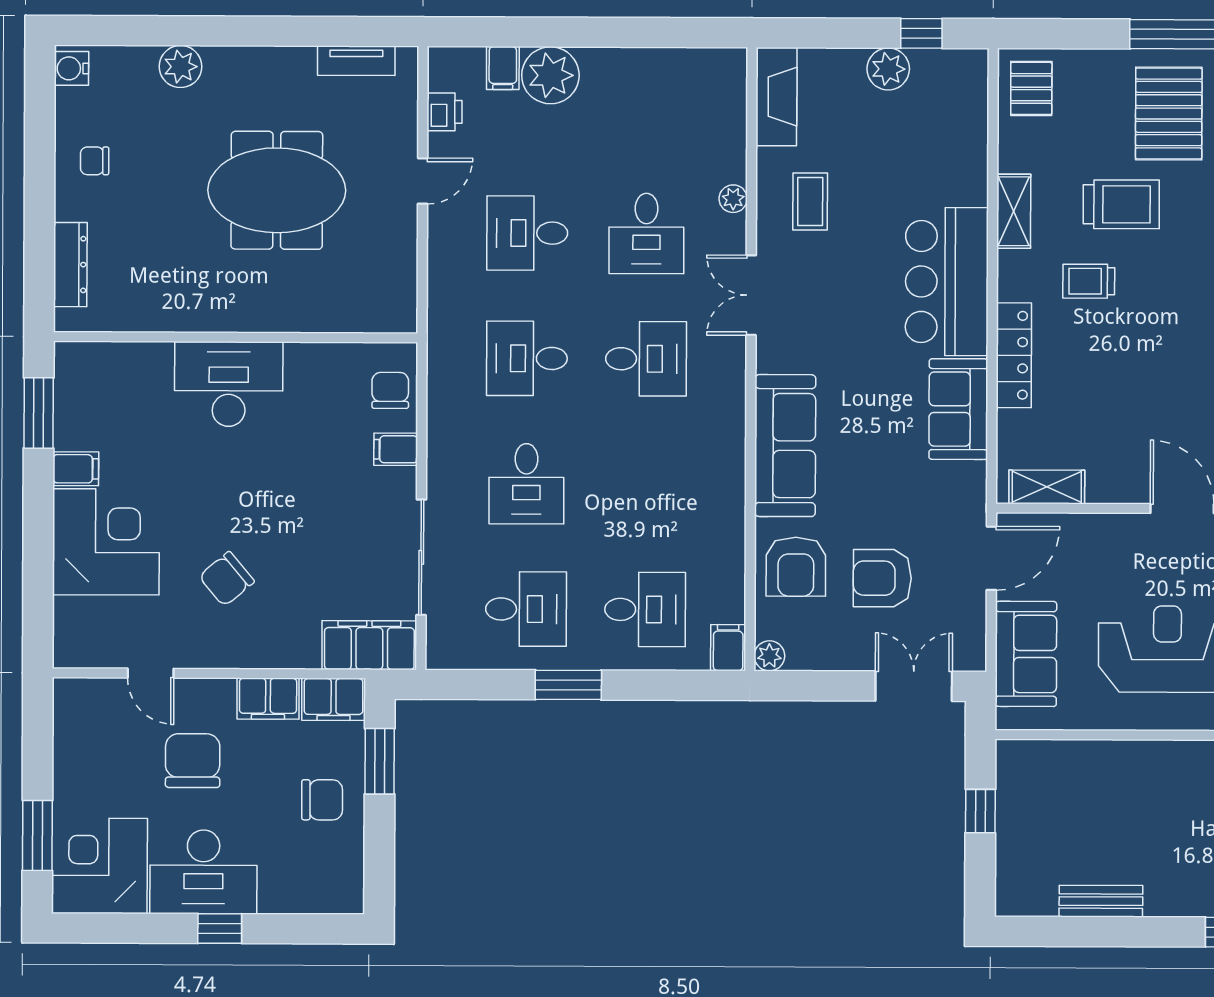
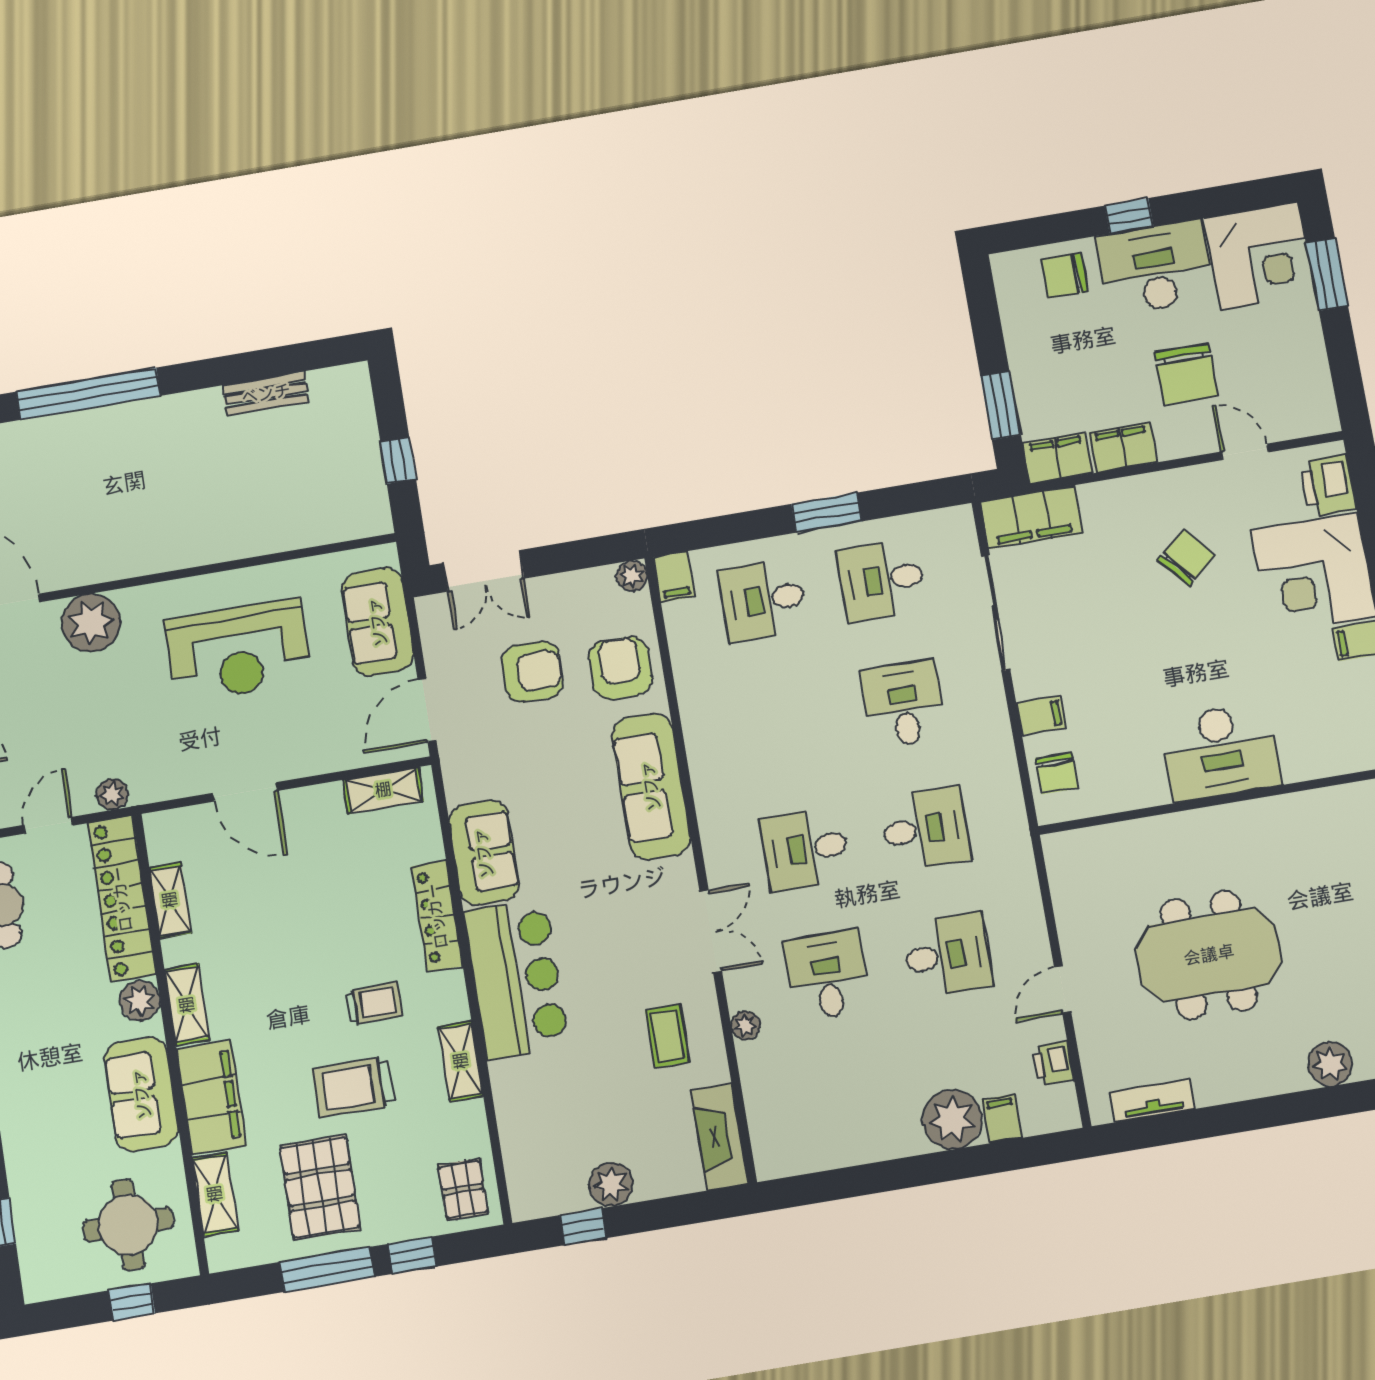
window: (1090, 34) -> (412, 1255), added
printer: (76, 626) -> (1328, 485), added
chair: (322, 800) -> (1065, 275), moved

